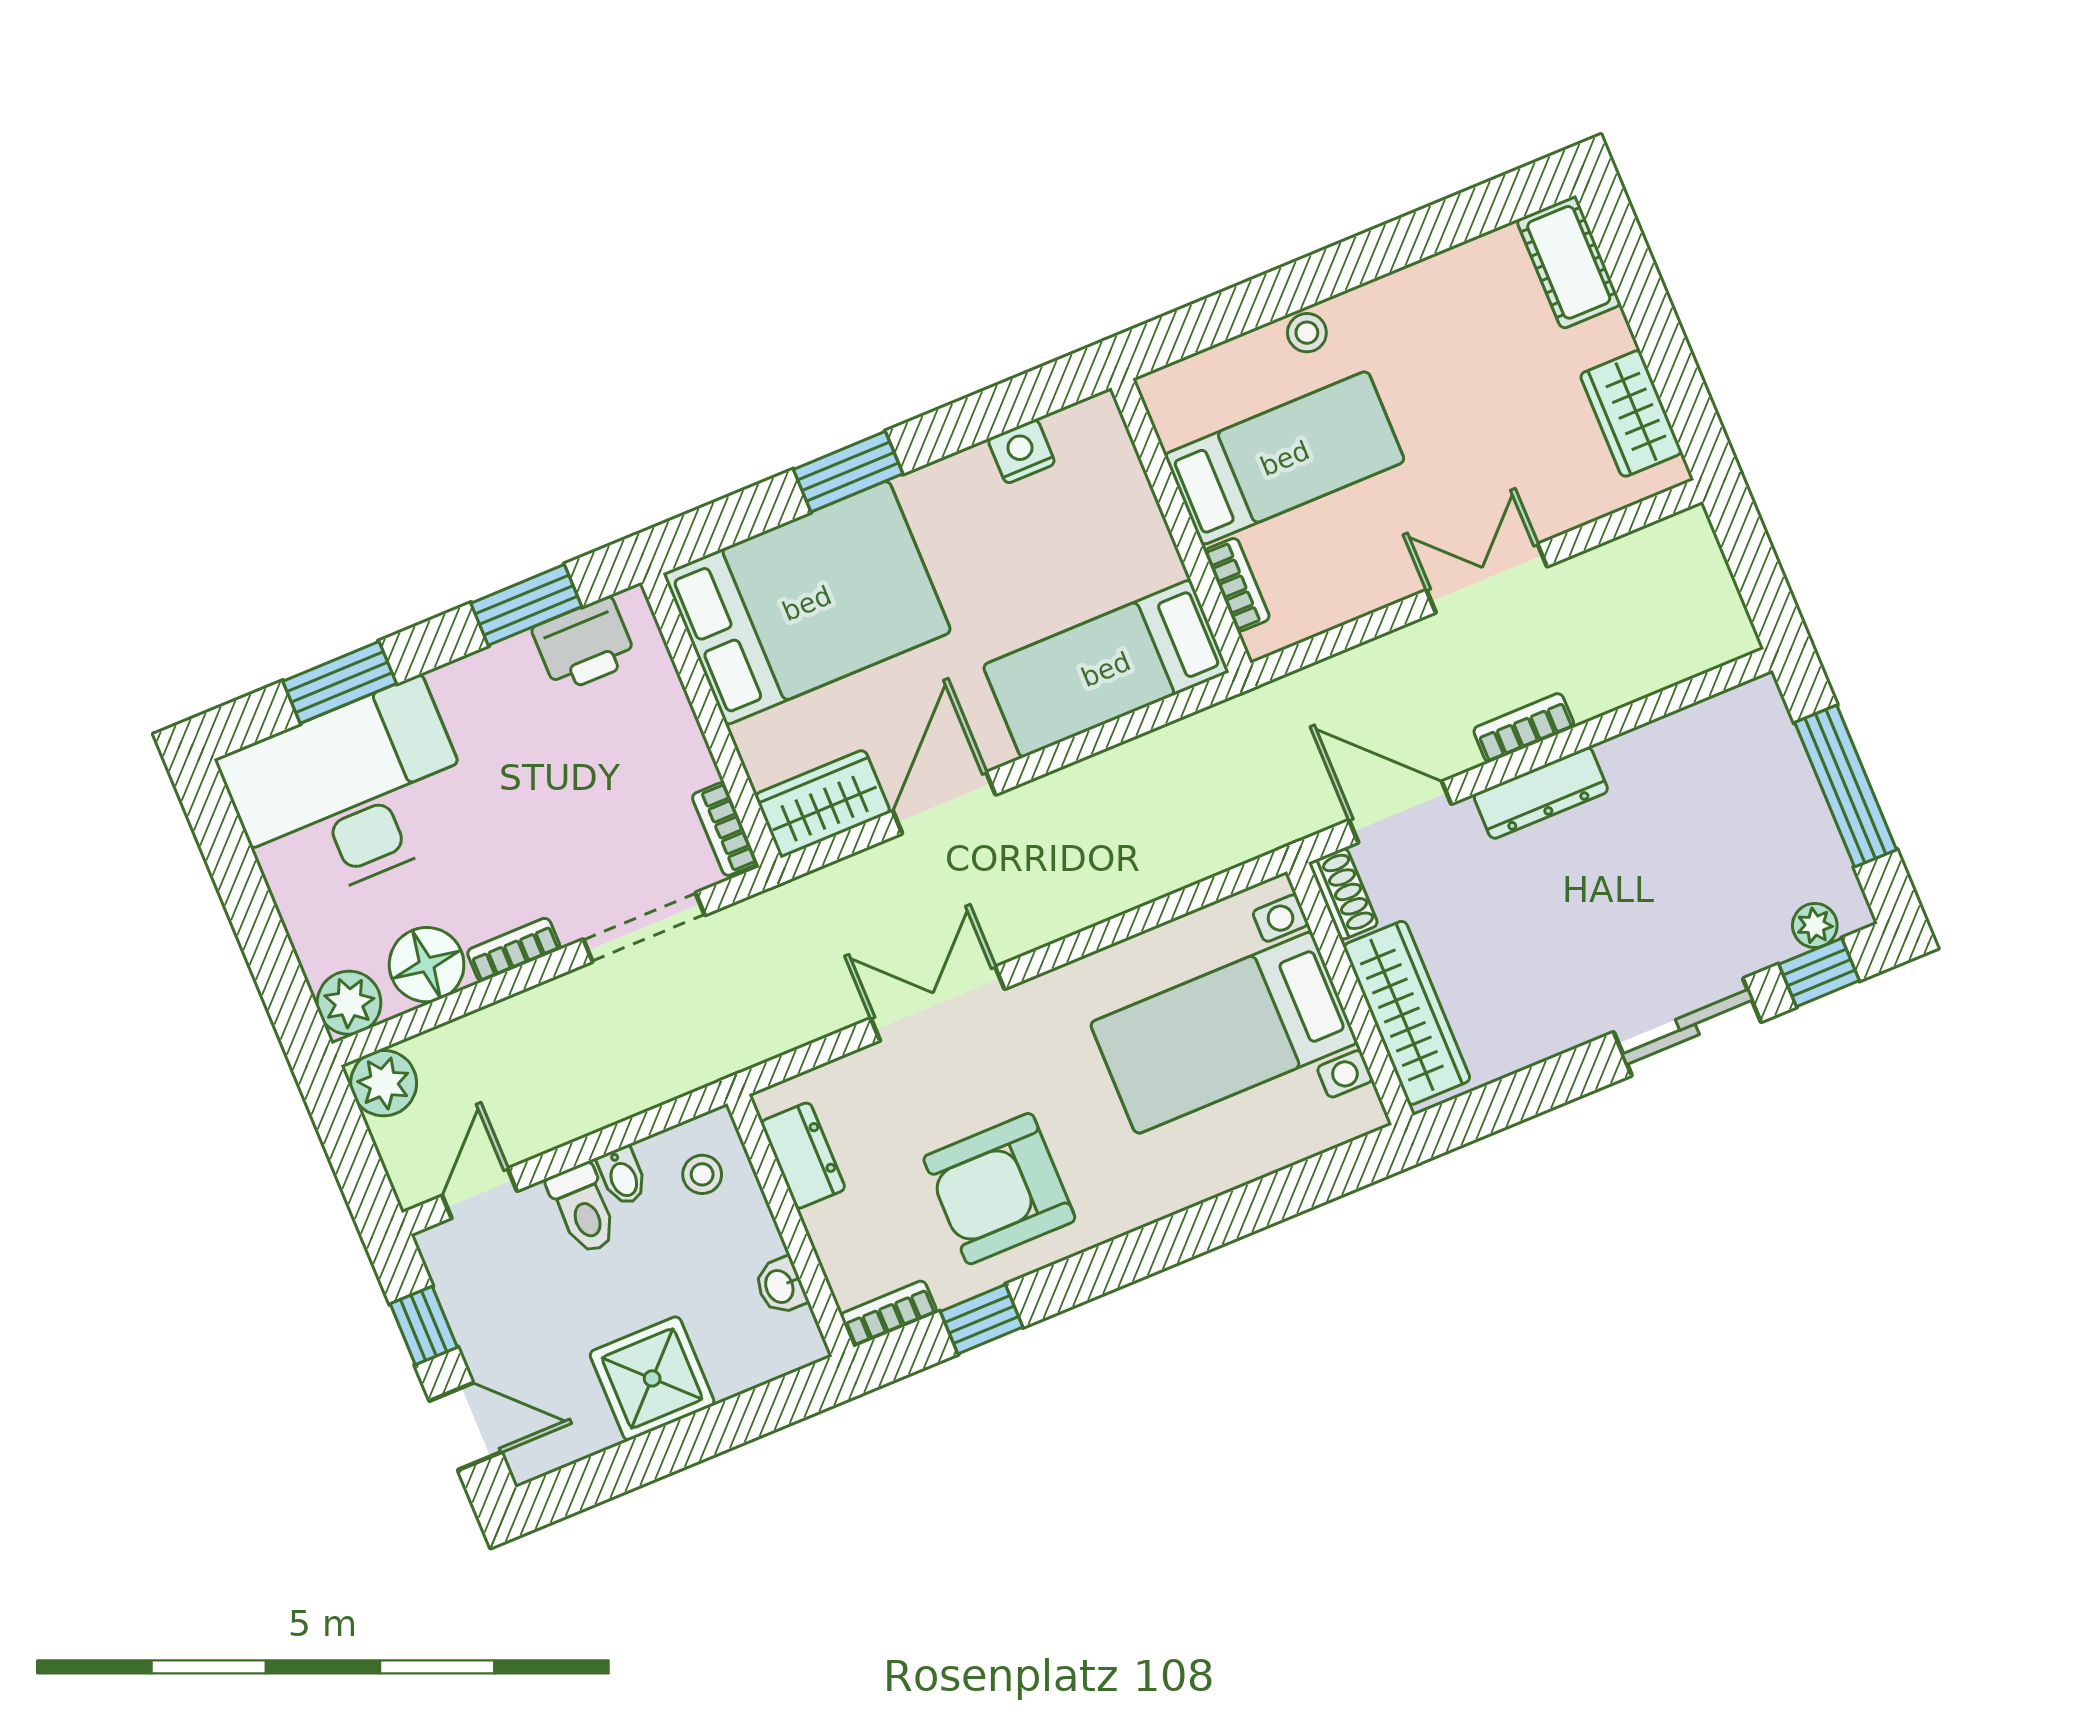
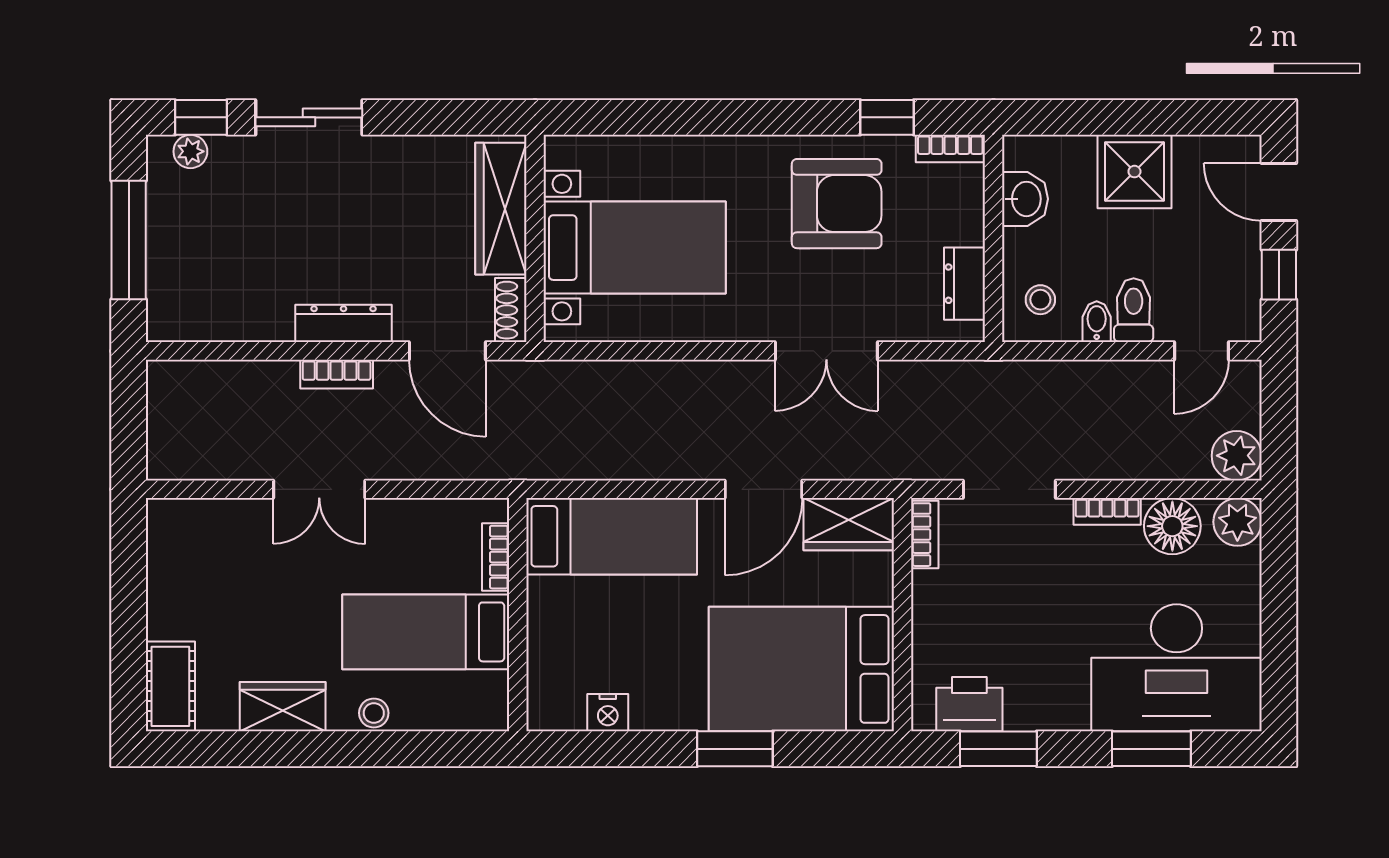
wardrobe: (1631, 414) -> (283, 707), moved, turned -90
washbasin: (781, 1286) -> (1025, 199), width x1.38, depth x1.45

